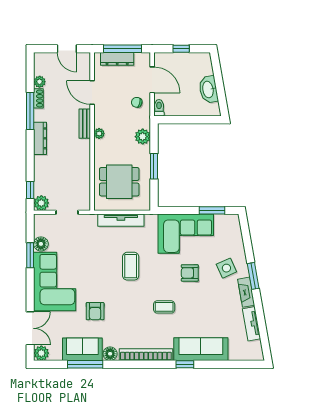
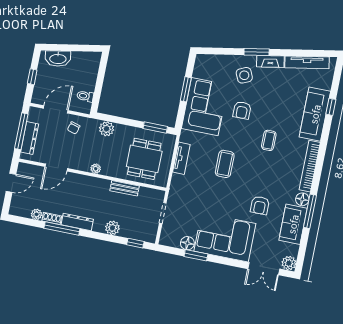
washbasin: (208, 89) -> (58, 59), moved
toilet: (159, 108) -> (85, 96), moved
bench: (85, 124) -> (125, 188), moved
dresser: (40, 138) -> (77, 222), moved
window: (154, 166) -> (155, 128), moved
plant: (41, 203) -> (112, 228), moved
window: (212, 210) -> (186, 89), moved
tv unit: (121, 220) -> (181, 158), width x0.71
coffee table: (131, 266) -> (225, 164), turned 90
armchair: (95, 311) -> (260, 205), turned 90
tv unit: (252, 324) -> (307, 62), width x1.41
double door: (30, 328) -> (264, 269), swing flipped
window: (85, 364) -> (310, 211), moved
window: (185, 364) -> (331, 107), moved

